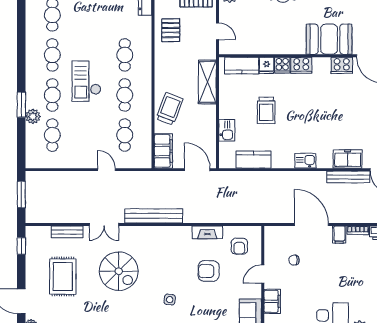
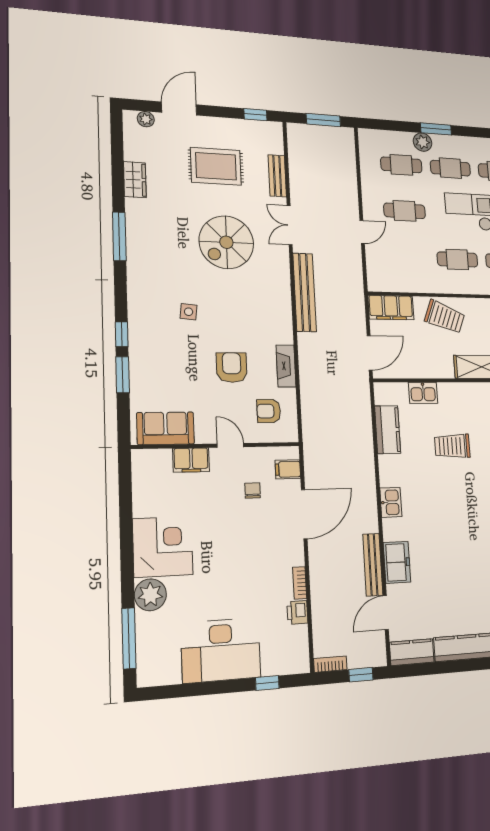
cafe table: (125, 135) -> (405, 211), moved
filing cabinet: (339, 235) -> (288, 469), moved

